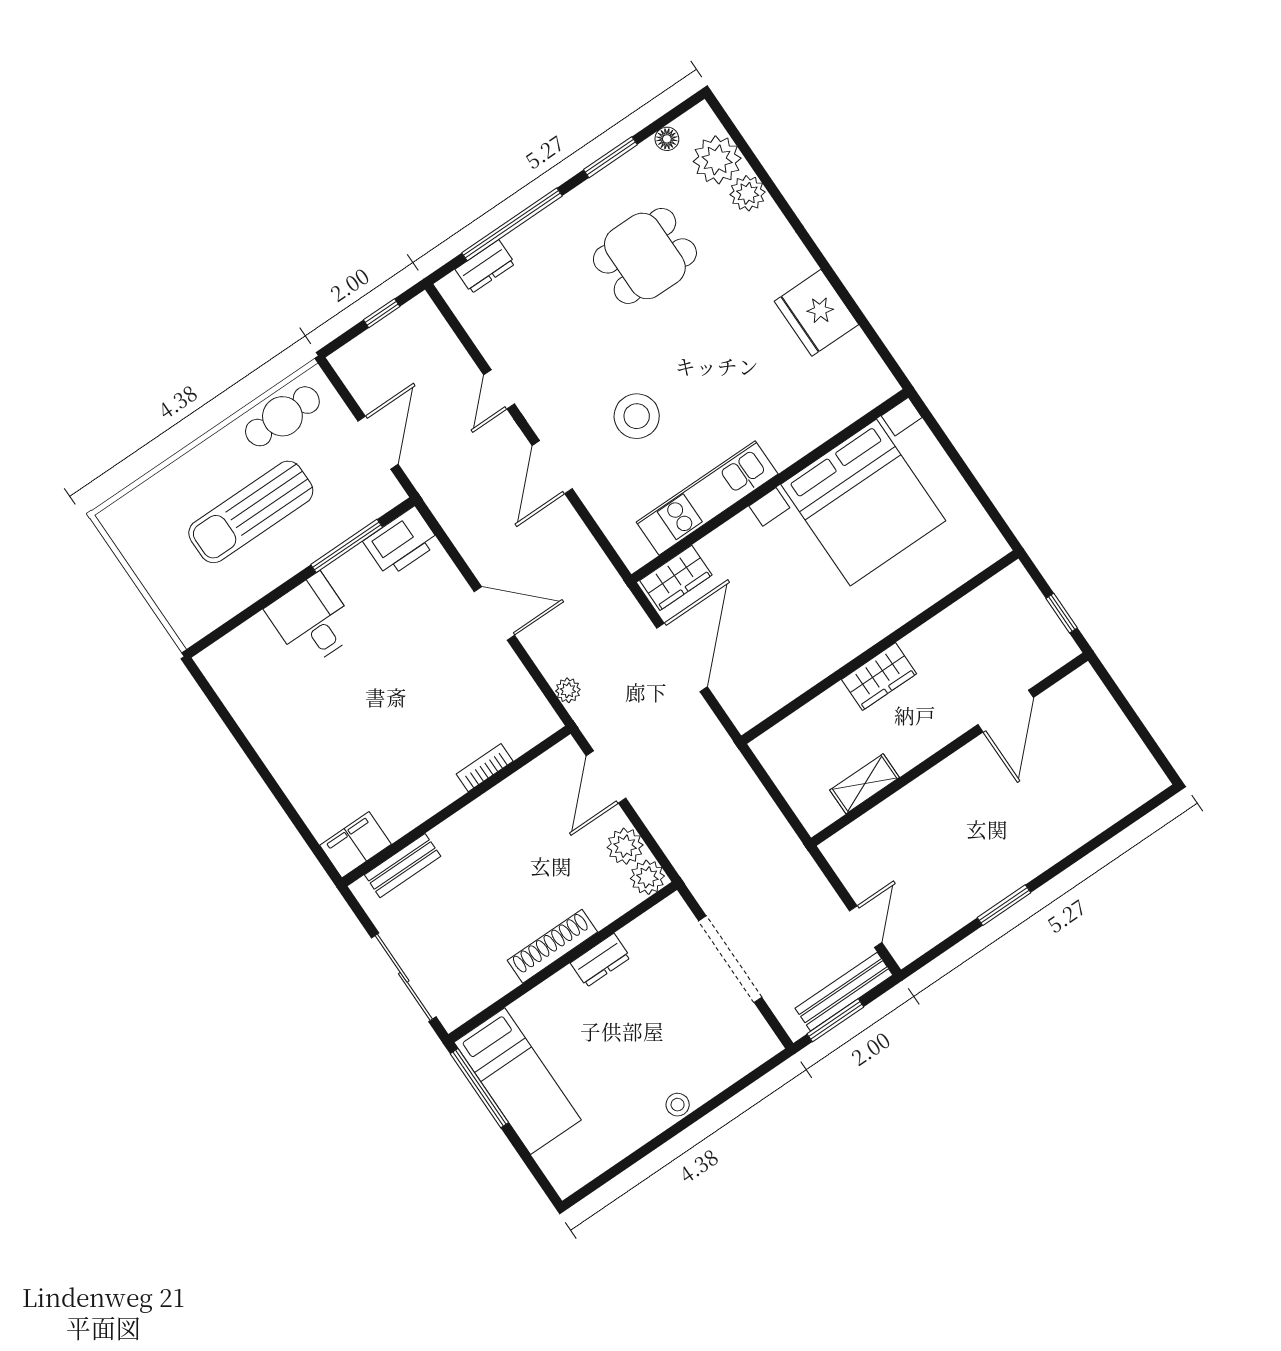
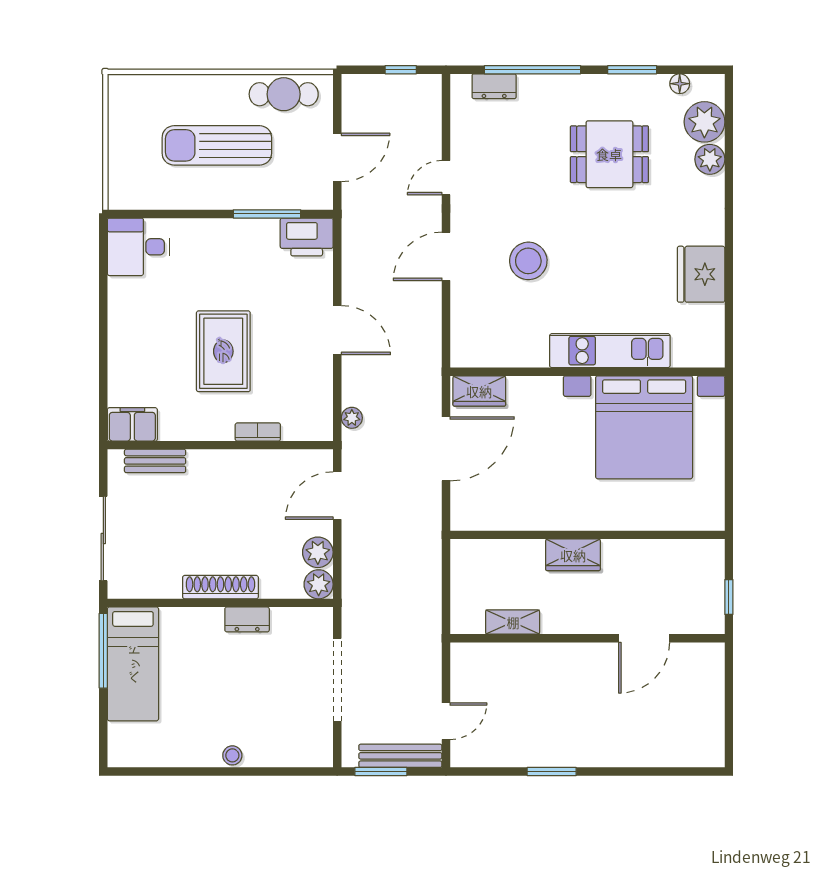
kitchen unit: (707, 498) -> (610, 351), moved
desk: (312, 620) -> (138, 247), moved, turned -90
rug: (396, 711) -> (223, 351), added

